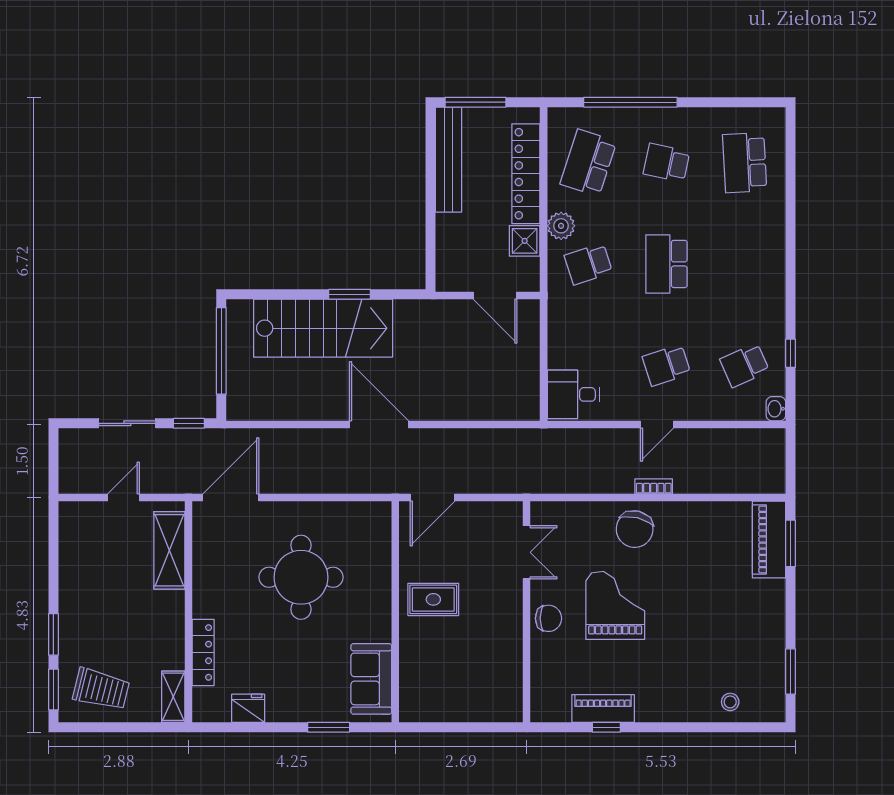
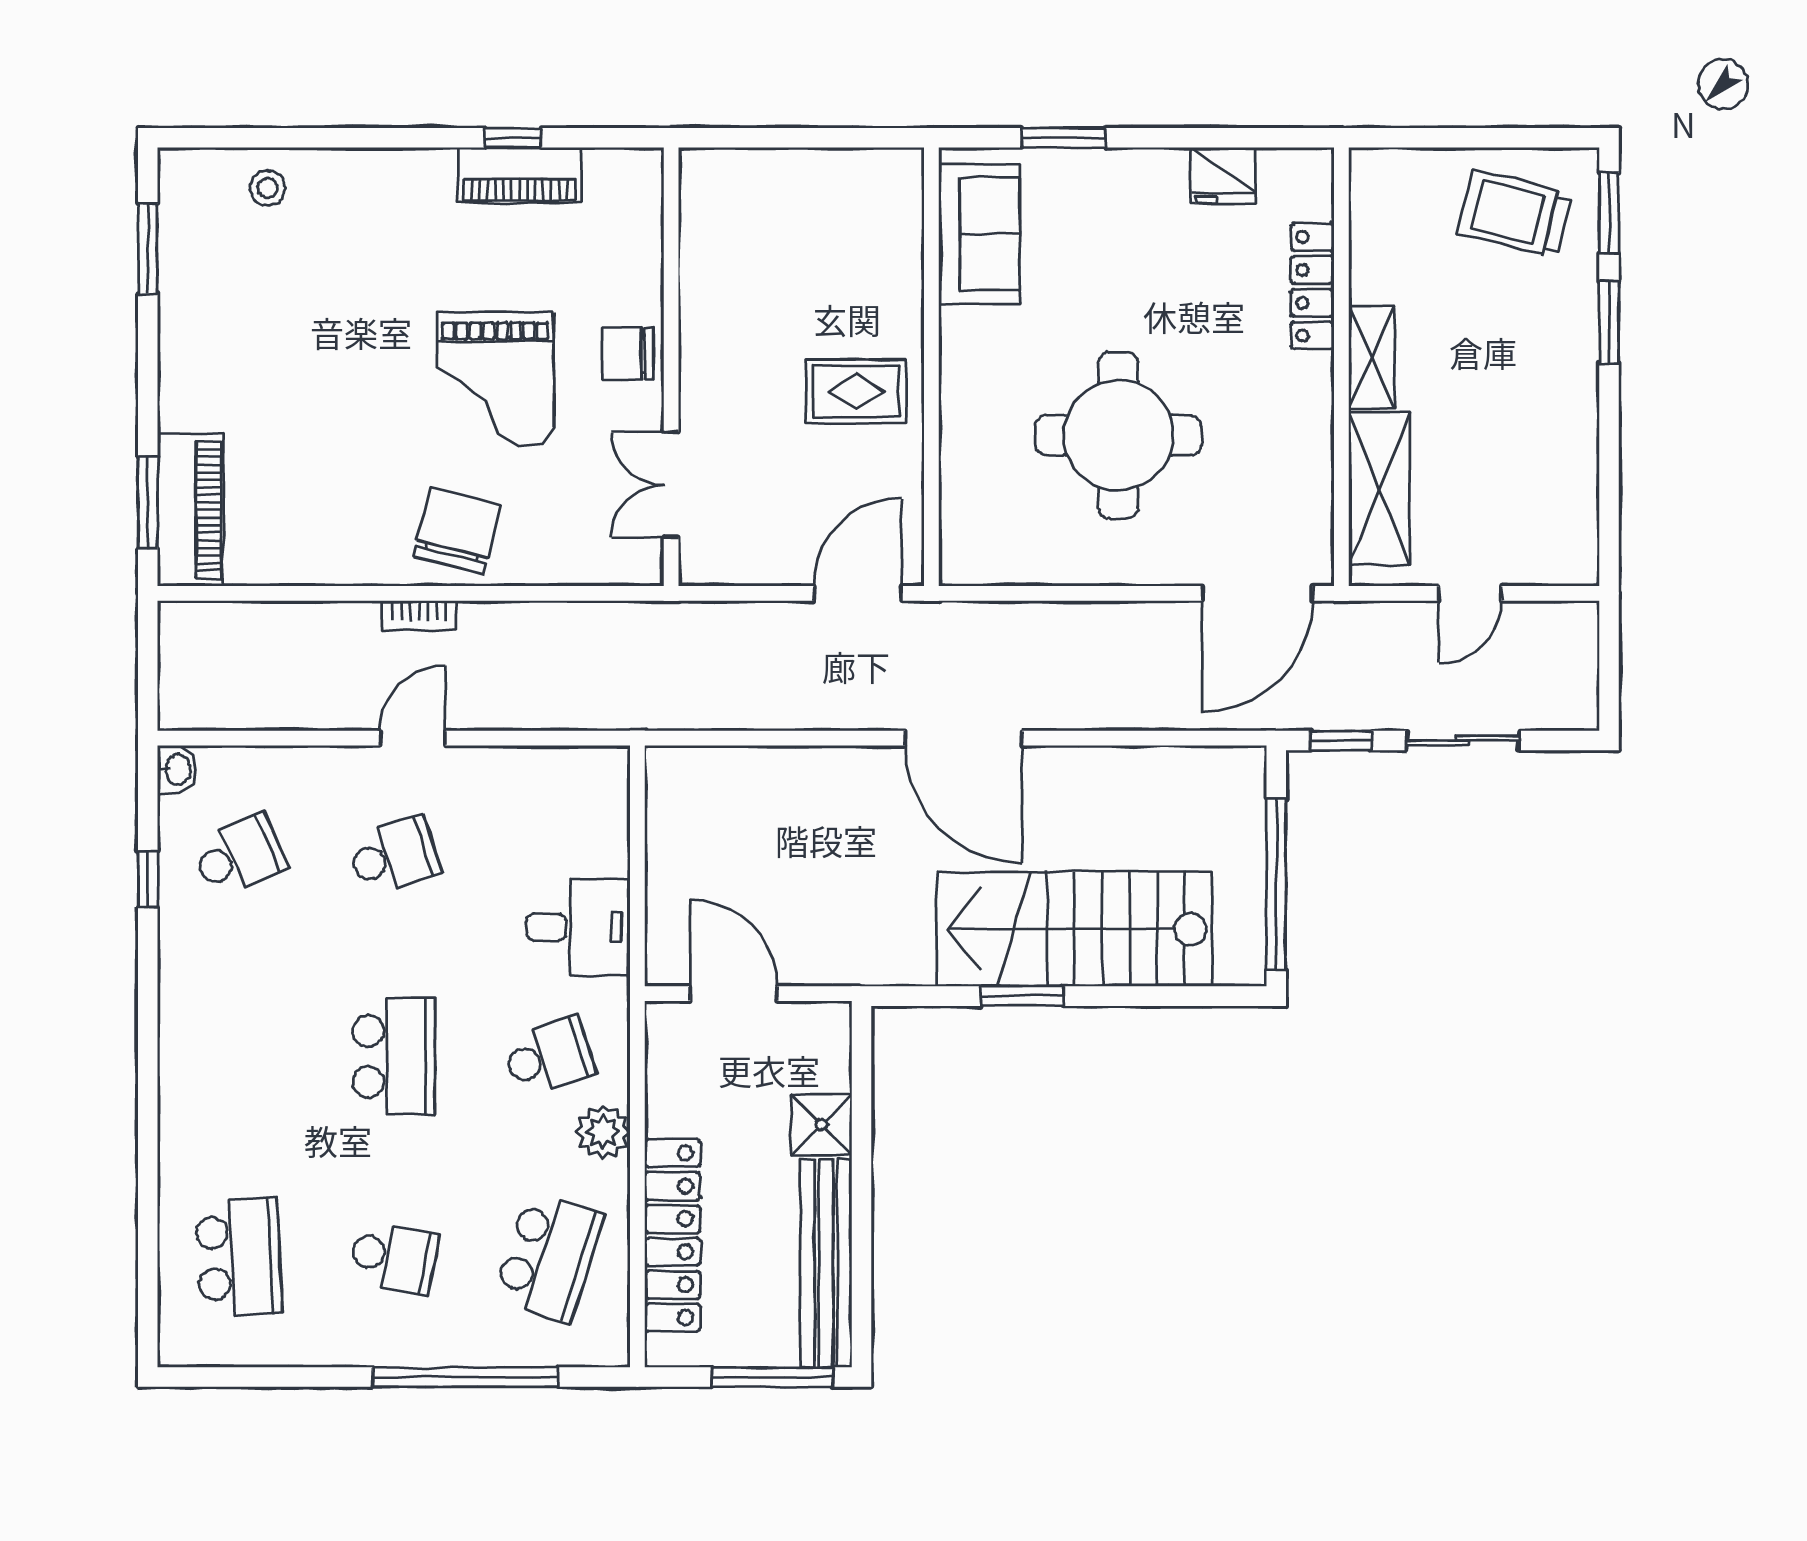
shower: (525, 241) -> (821, 1125), moved
desk: (573, 394) -> (578, 927), moved
shelving: (173, 697) -> (1372, 357), moved

